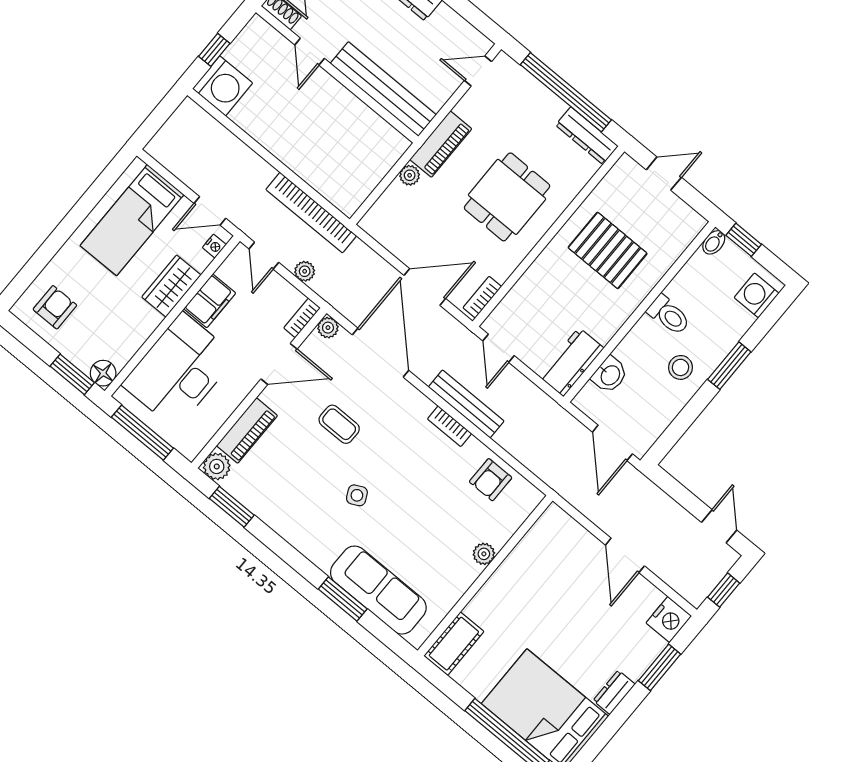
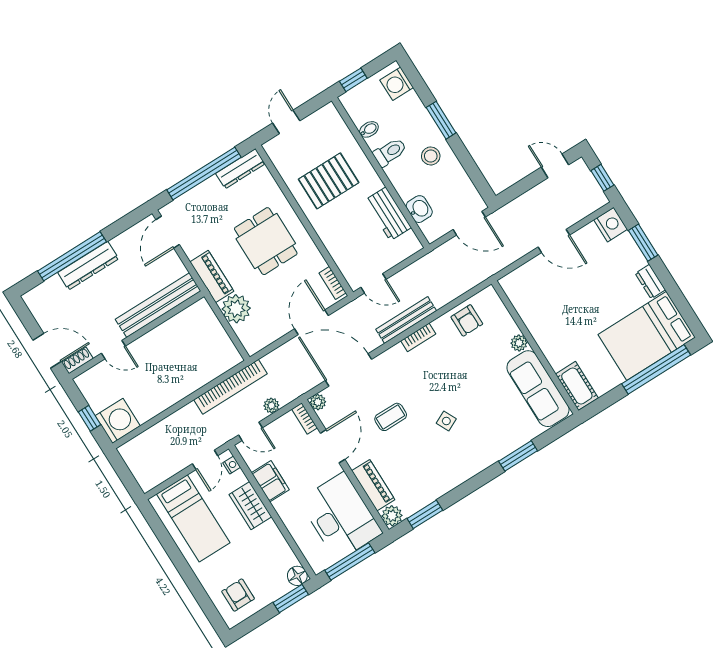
door: (478, 71) -> (168, 232), width x1.38
plant: (410, 175) -> (236, 309), width x1.87, depth x1.87
bidet: (714, 242) -> (369, 129), moved, turned -90
workbench: (571, 362) -> (388, 214), moved
desk: (179, 371) -> (341, 517), moved, turned 180
sofa: (378, 590) -> (538, 389), moved, turned -90

